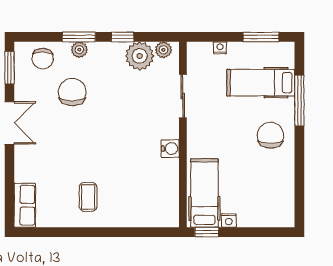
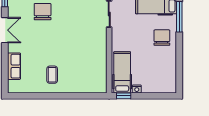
water cooler: (170, 149) -> (102, 46), removed
row of seats: (25, 205) -> (14, 66), moved

